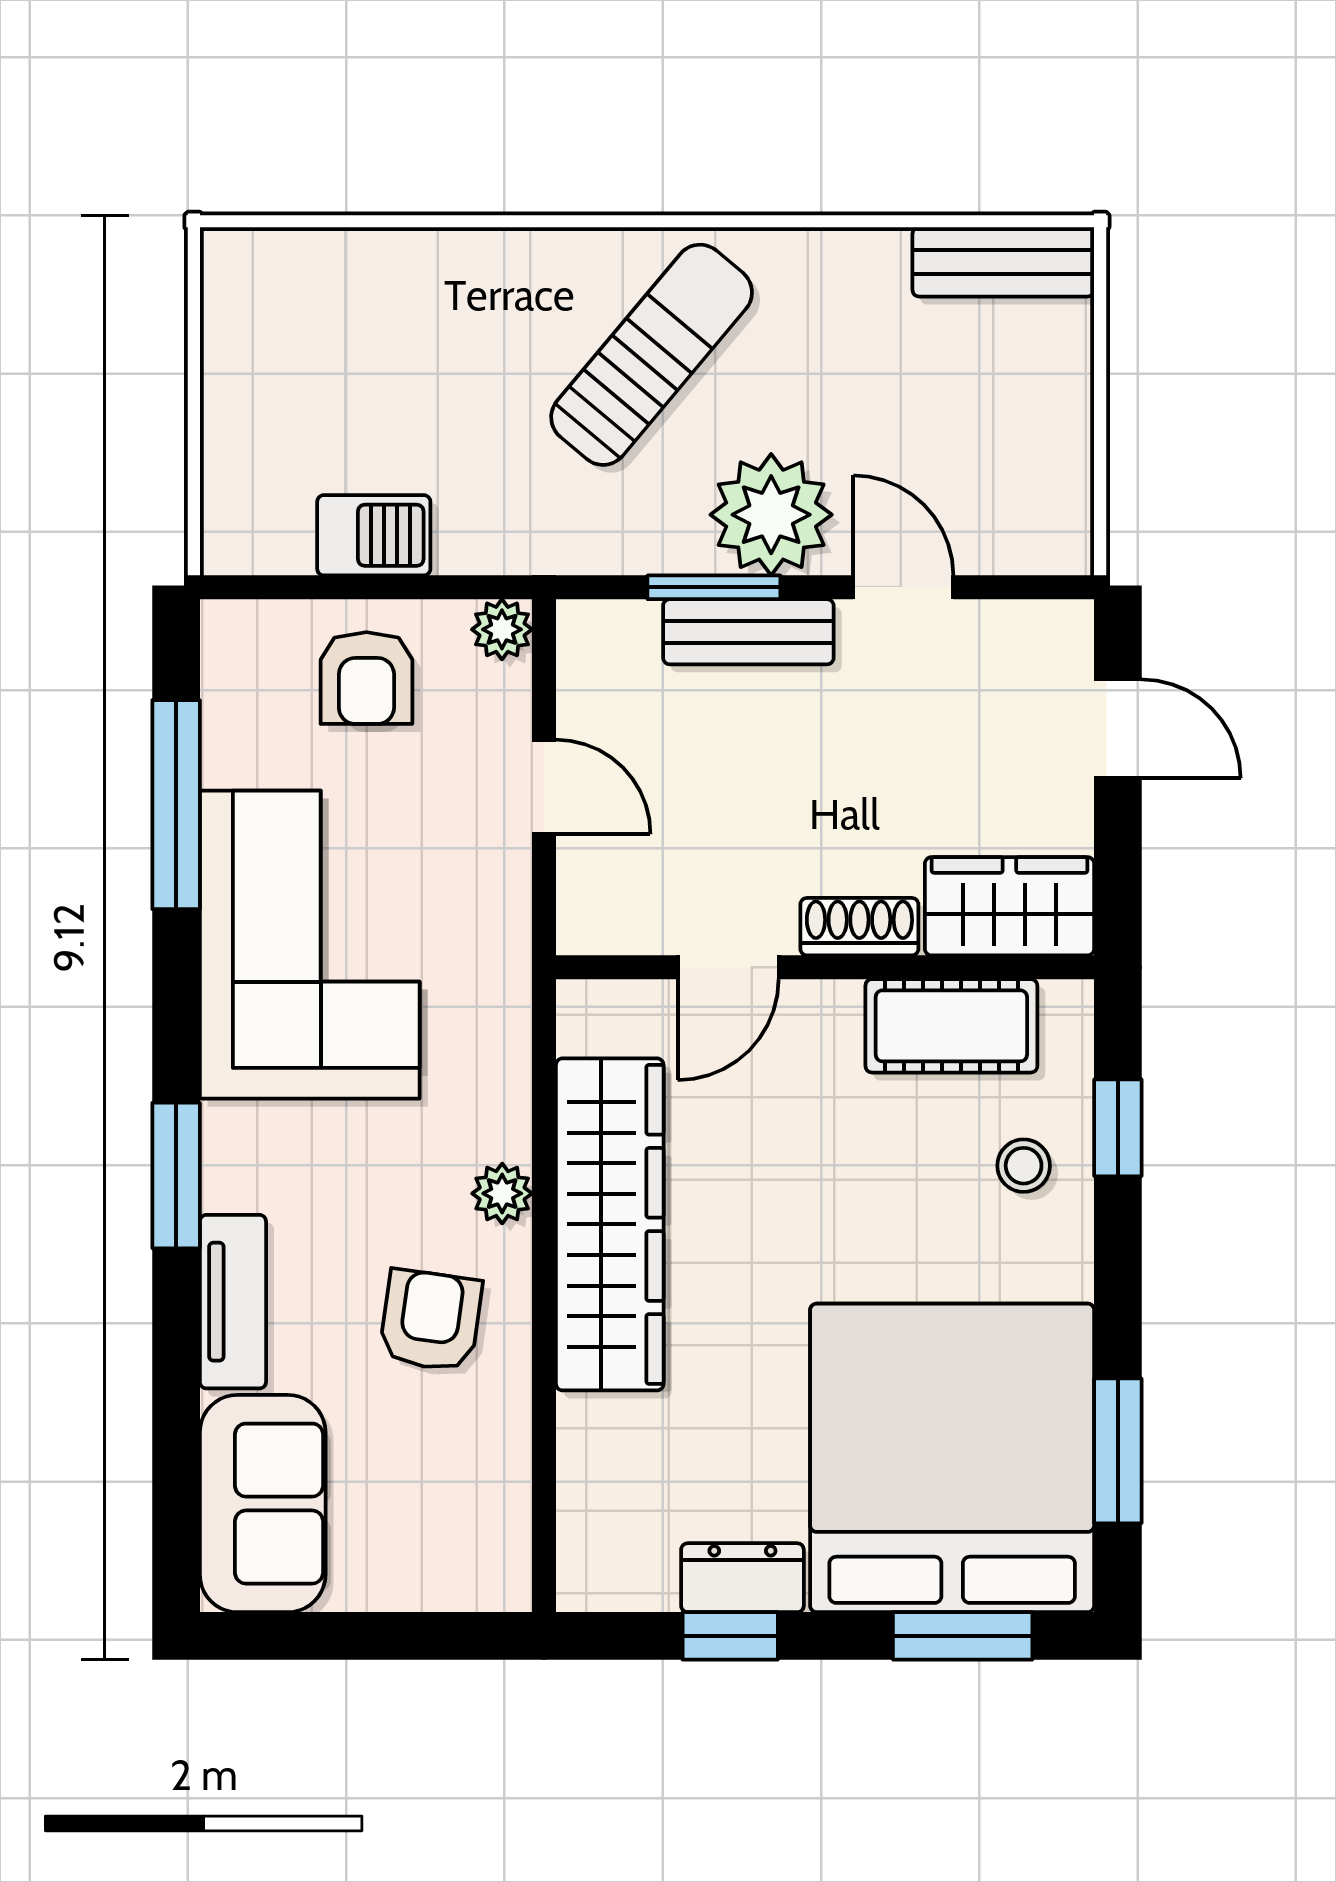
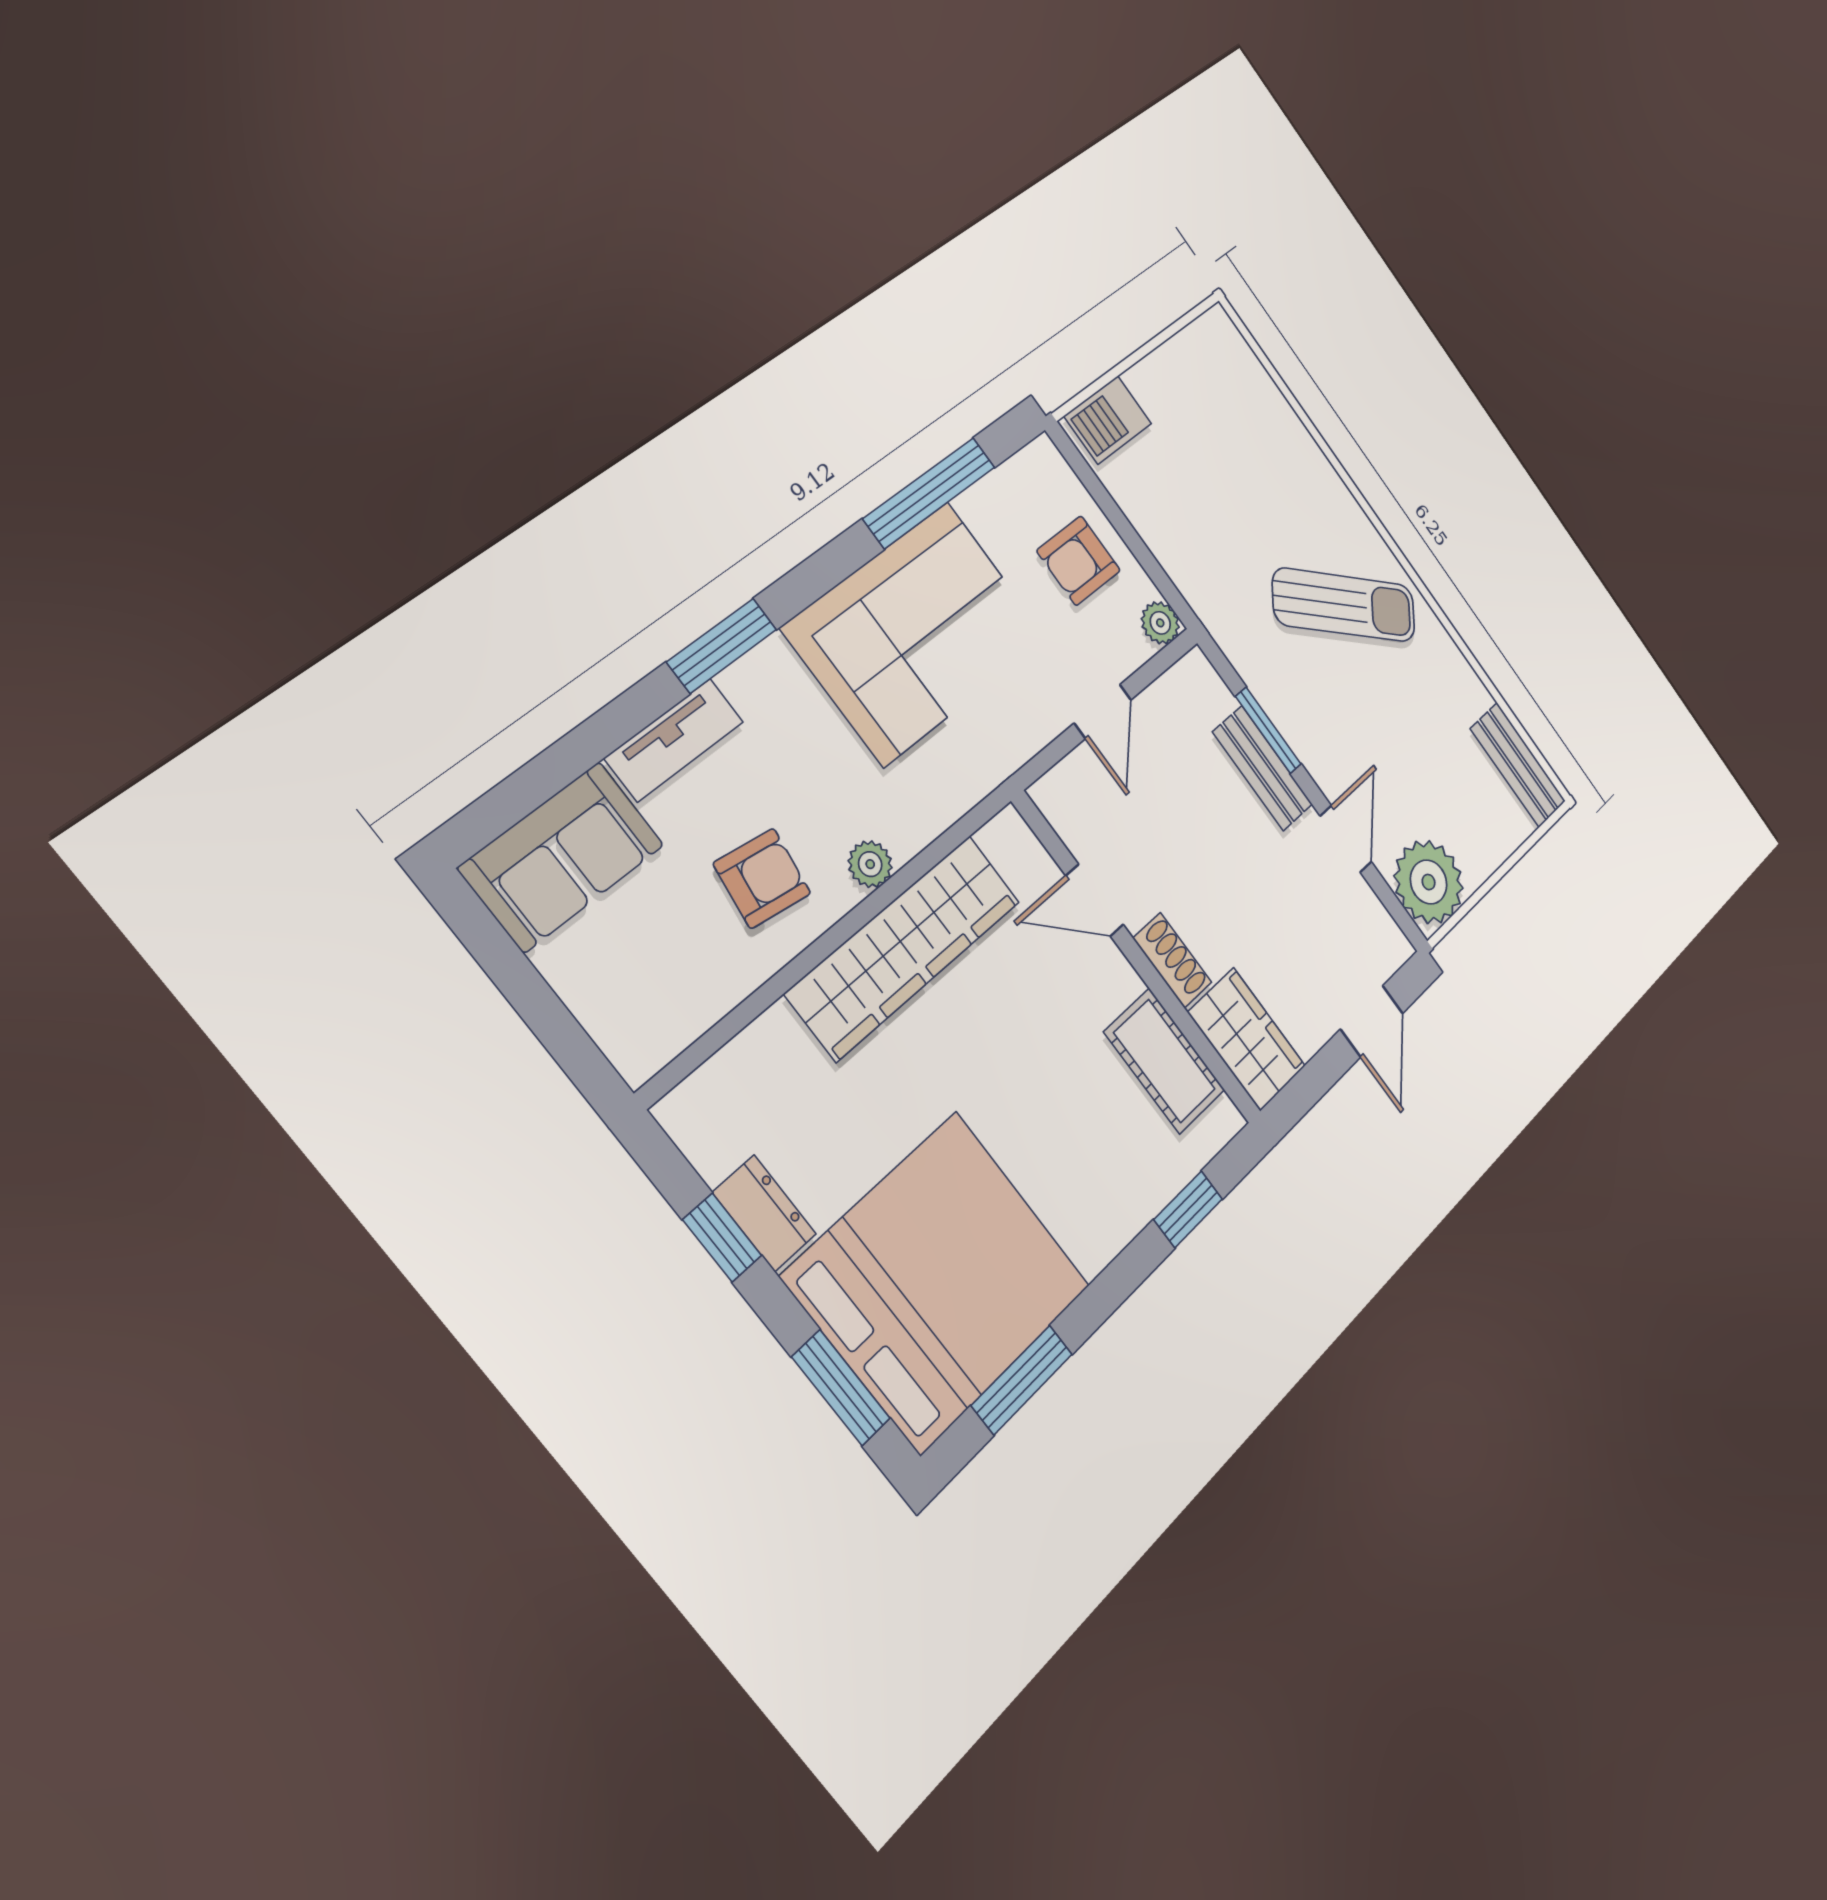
plant: (771, 515) -> (1429, 882), moved
barbecue: (374, 535) -> (1108, 420), moved, turned 90
stool: (1024, 1166) -> (1127, 1172), removed

